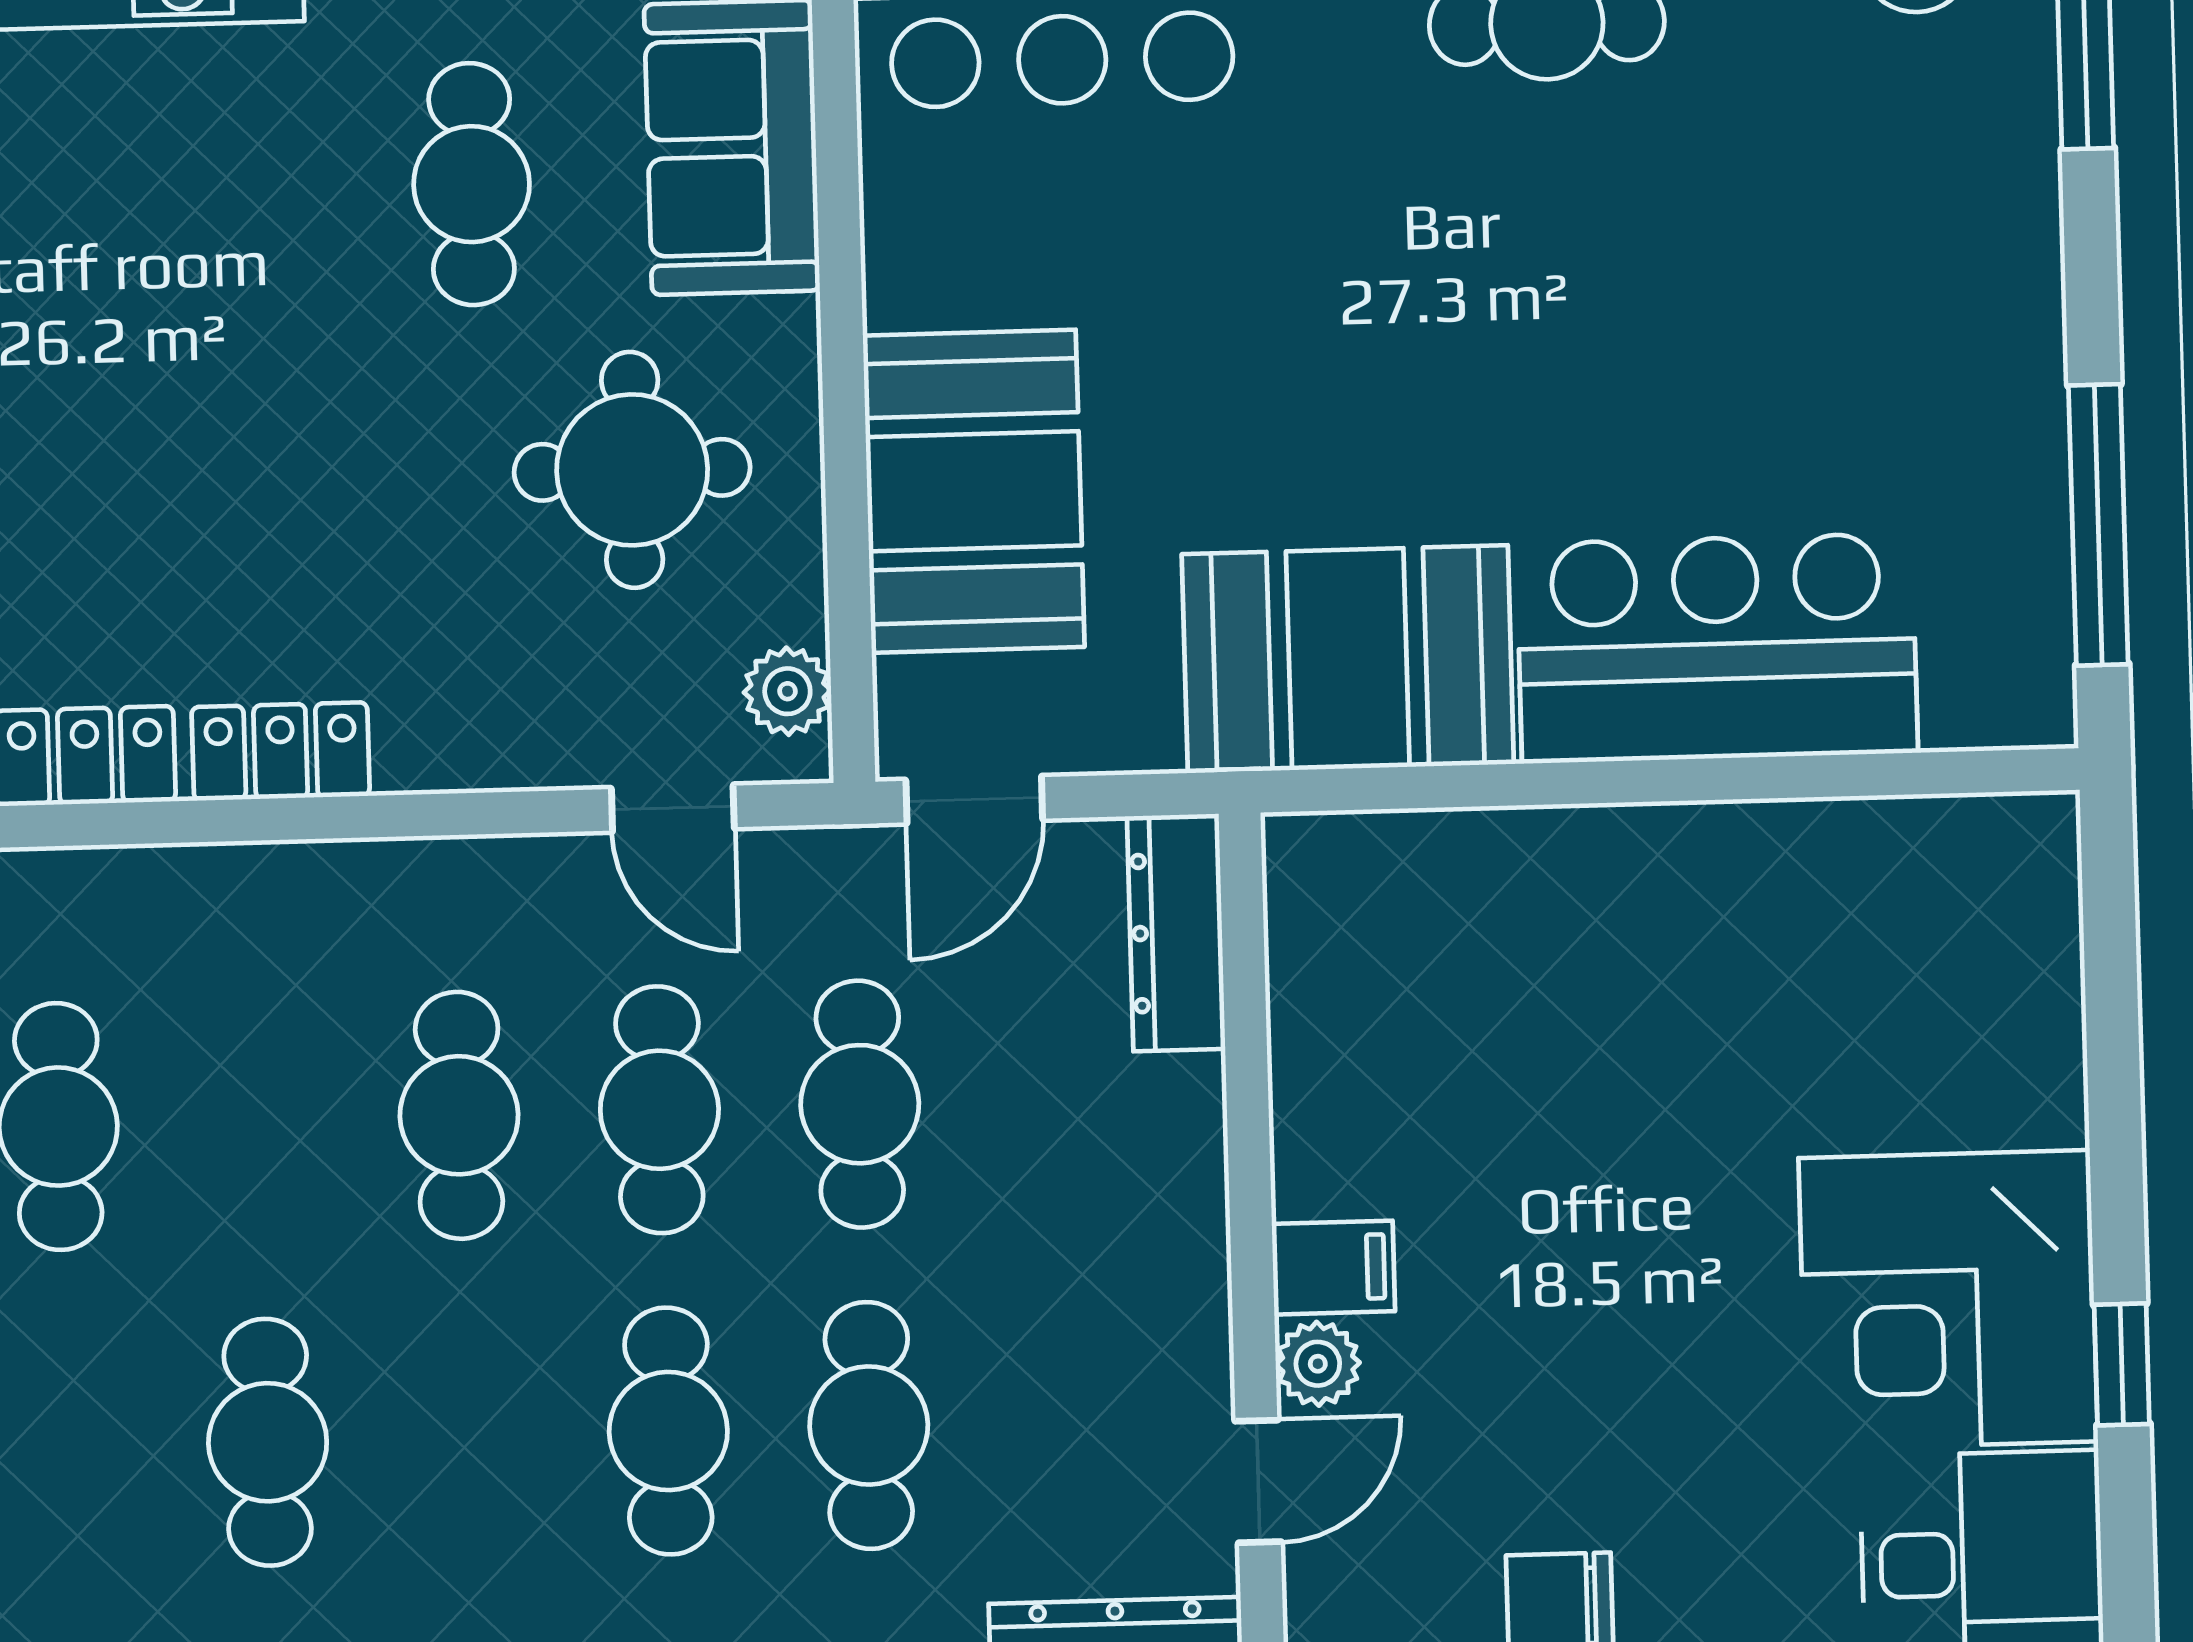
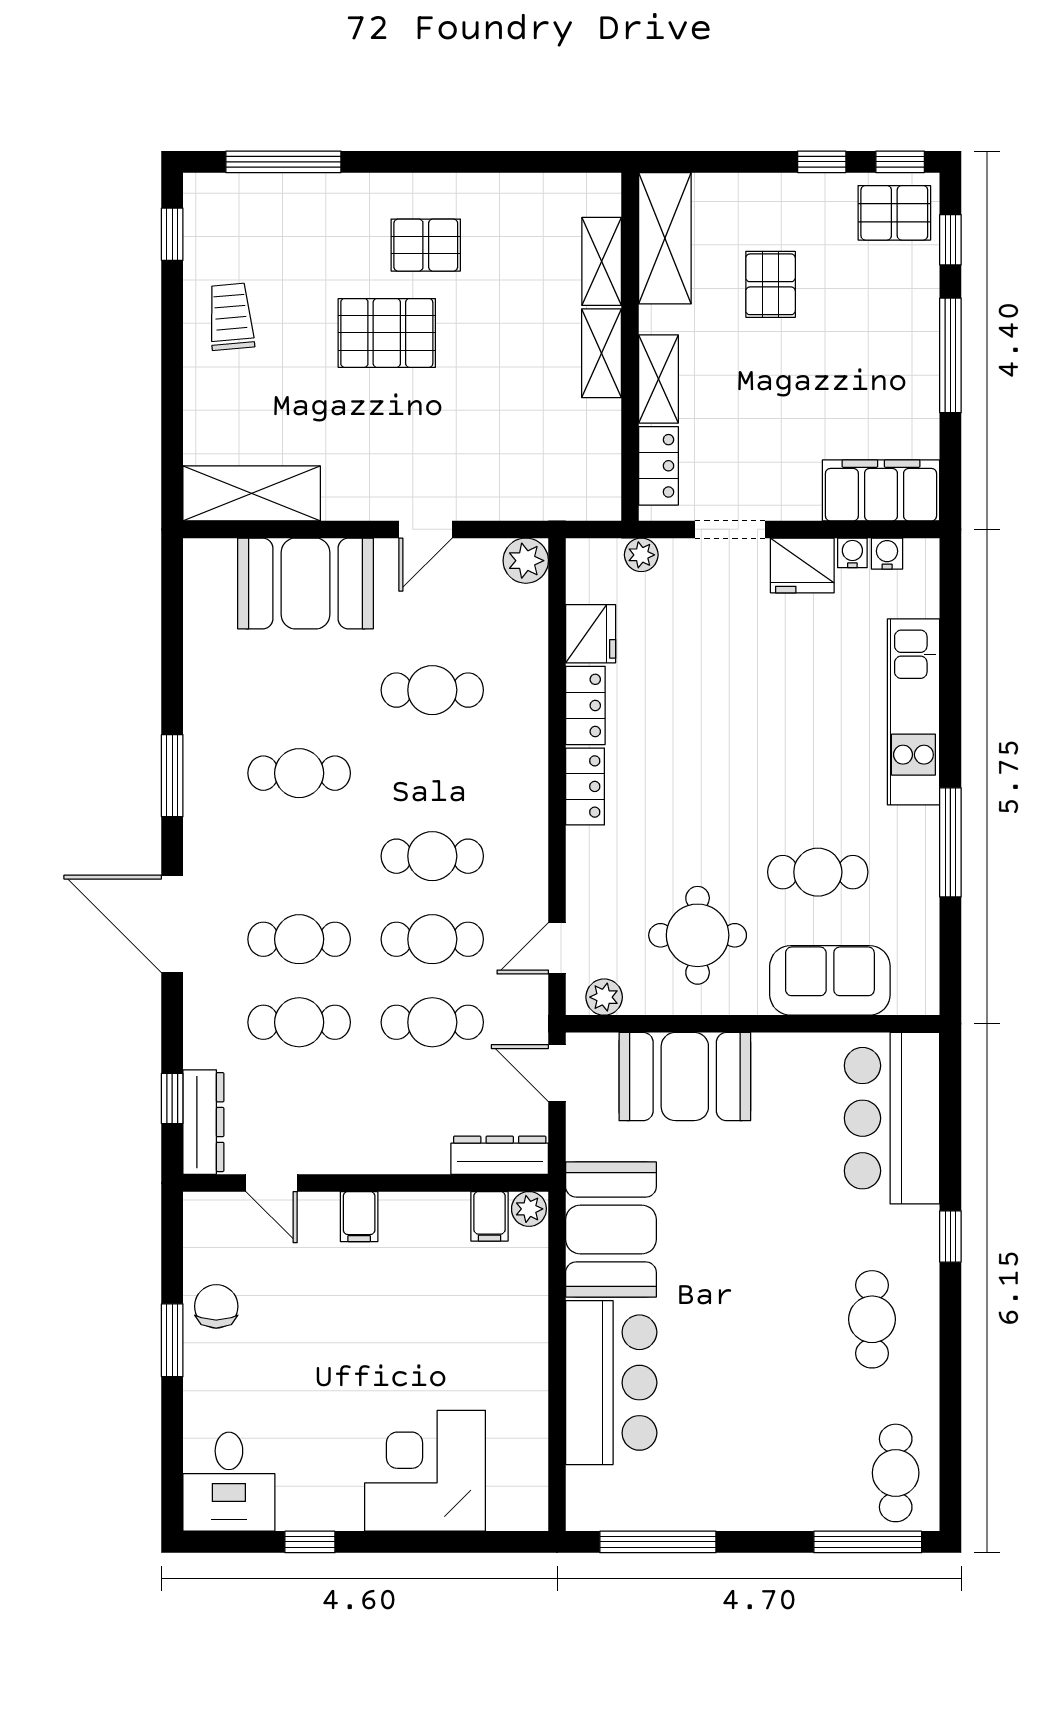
filing cabinet: (1324, 953) -> (490, 1216), added
corner desk: (1948, 1300) -> (425, 1471), moved
plant: (1318, 1364) -> (529, 1209), moved

